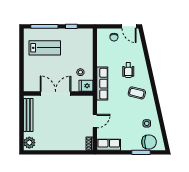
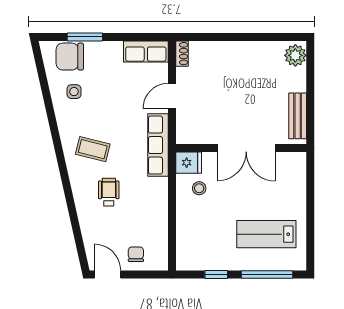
row of seats: (102, 84) -> (158, 145), moved
bench: (28, 115) -> (298, 116), width x0.73

